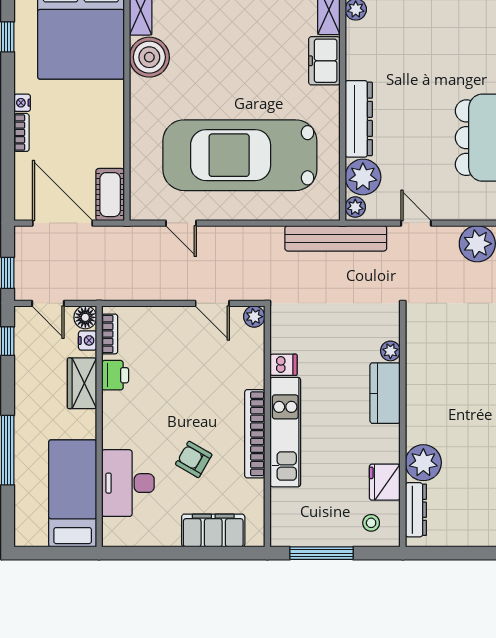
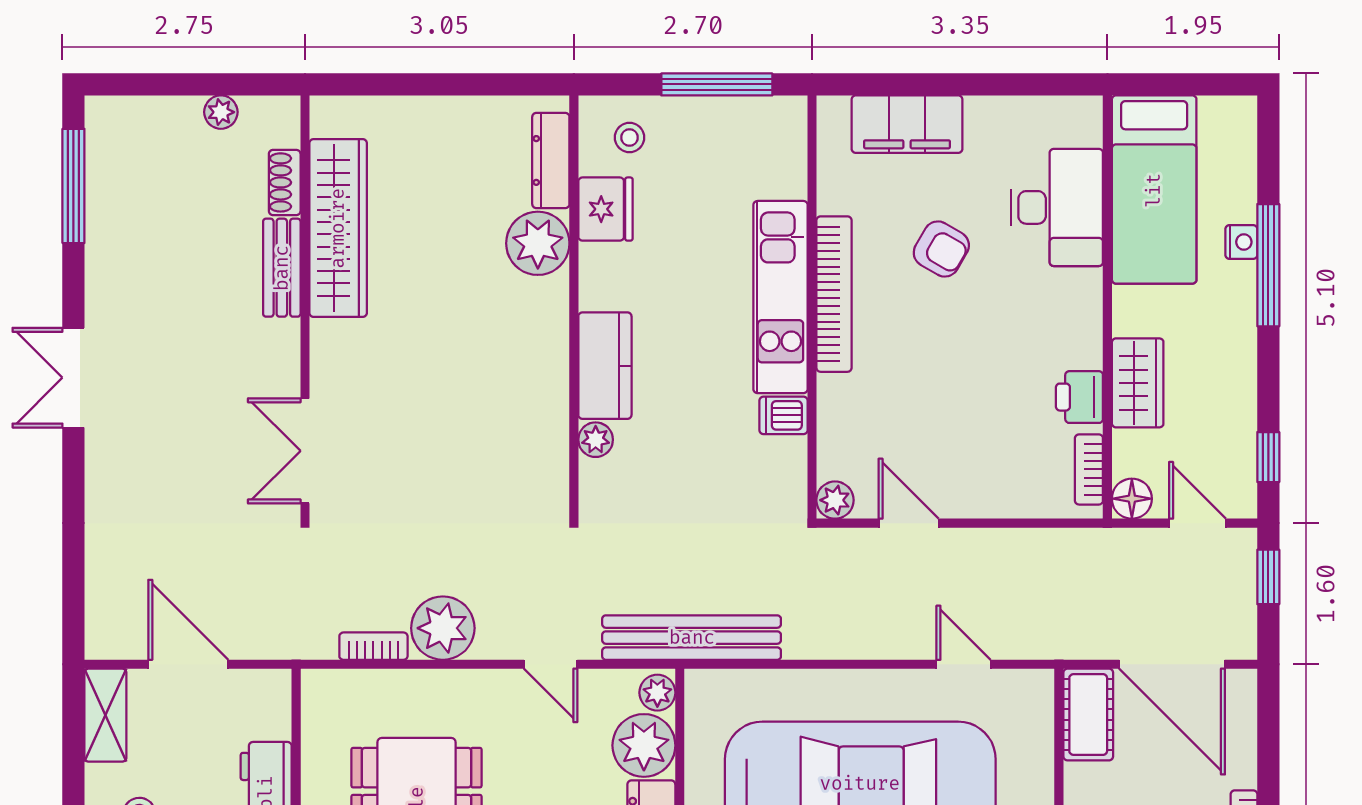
nightstand: (88, 340) -> (1241, 242), moved, turned 180

